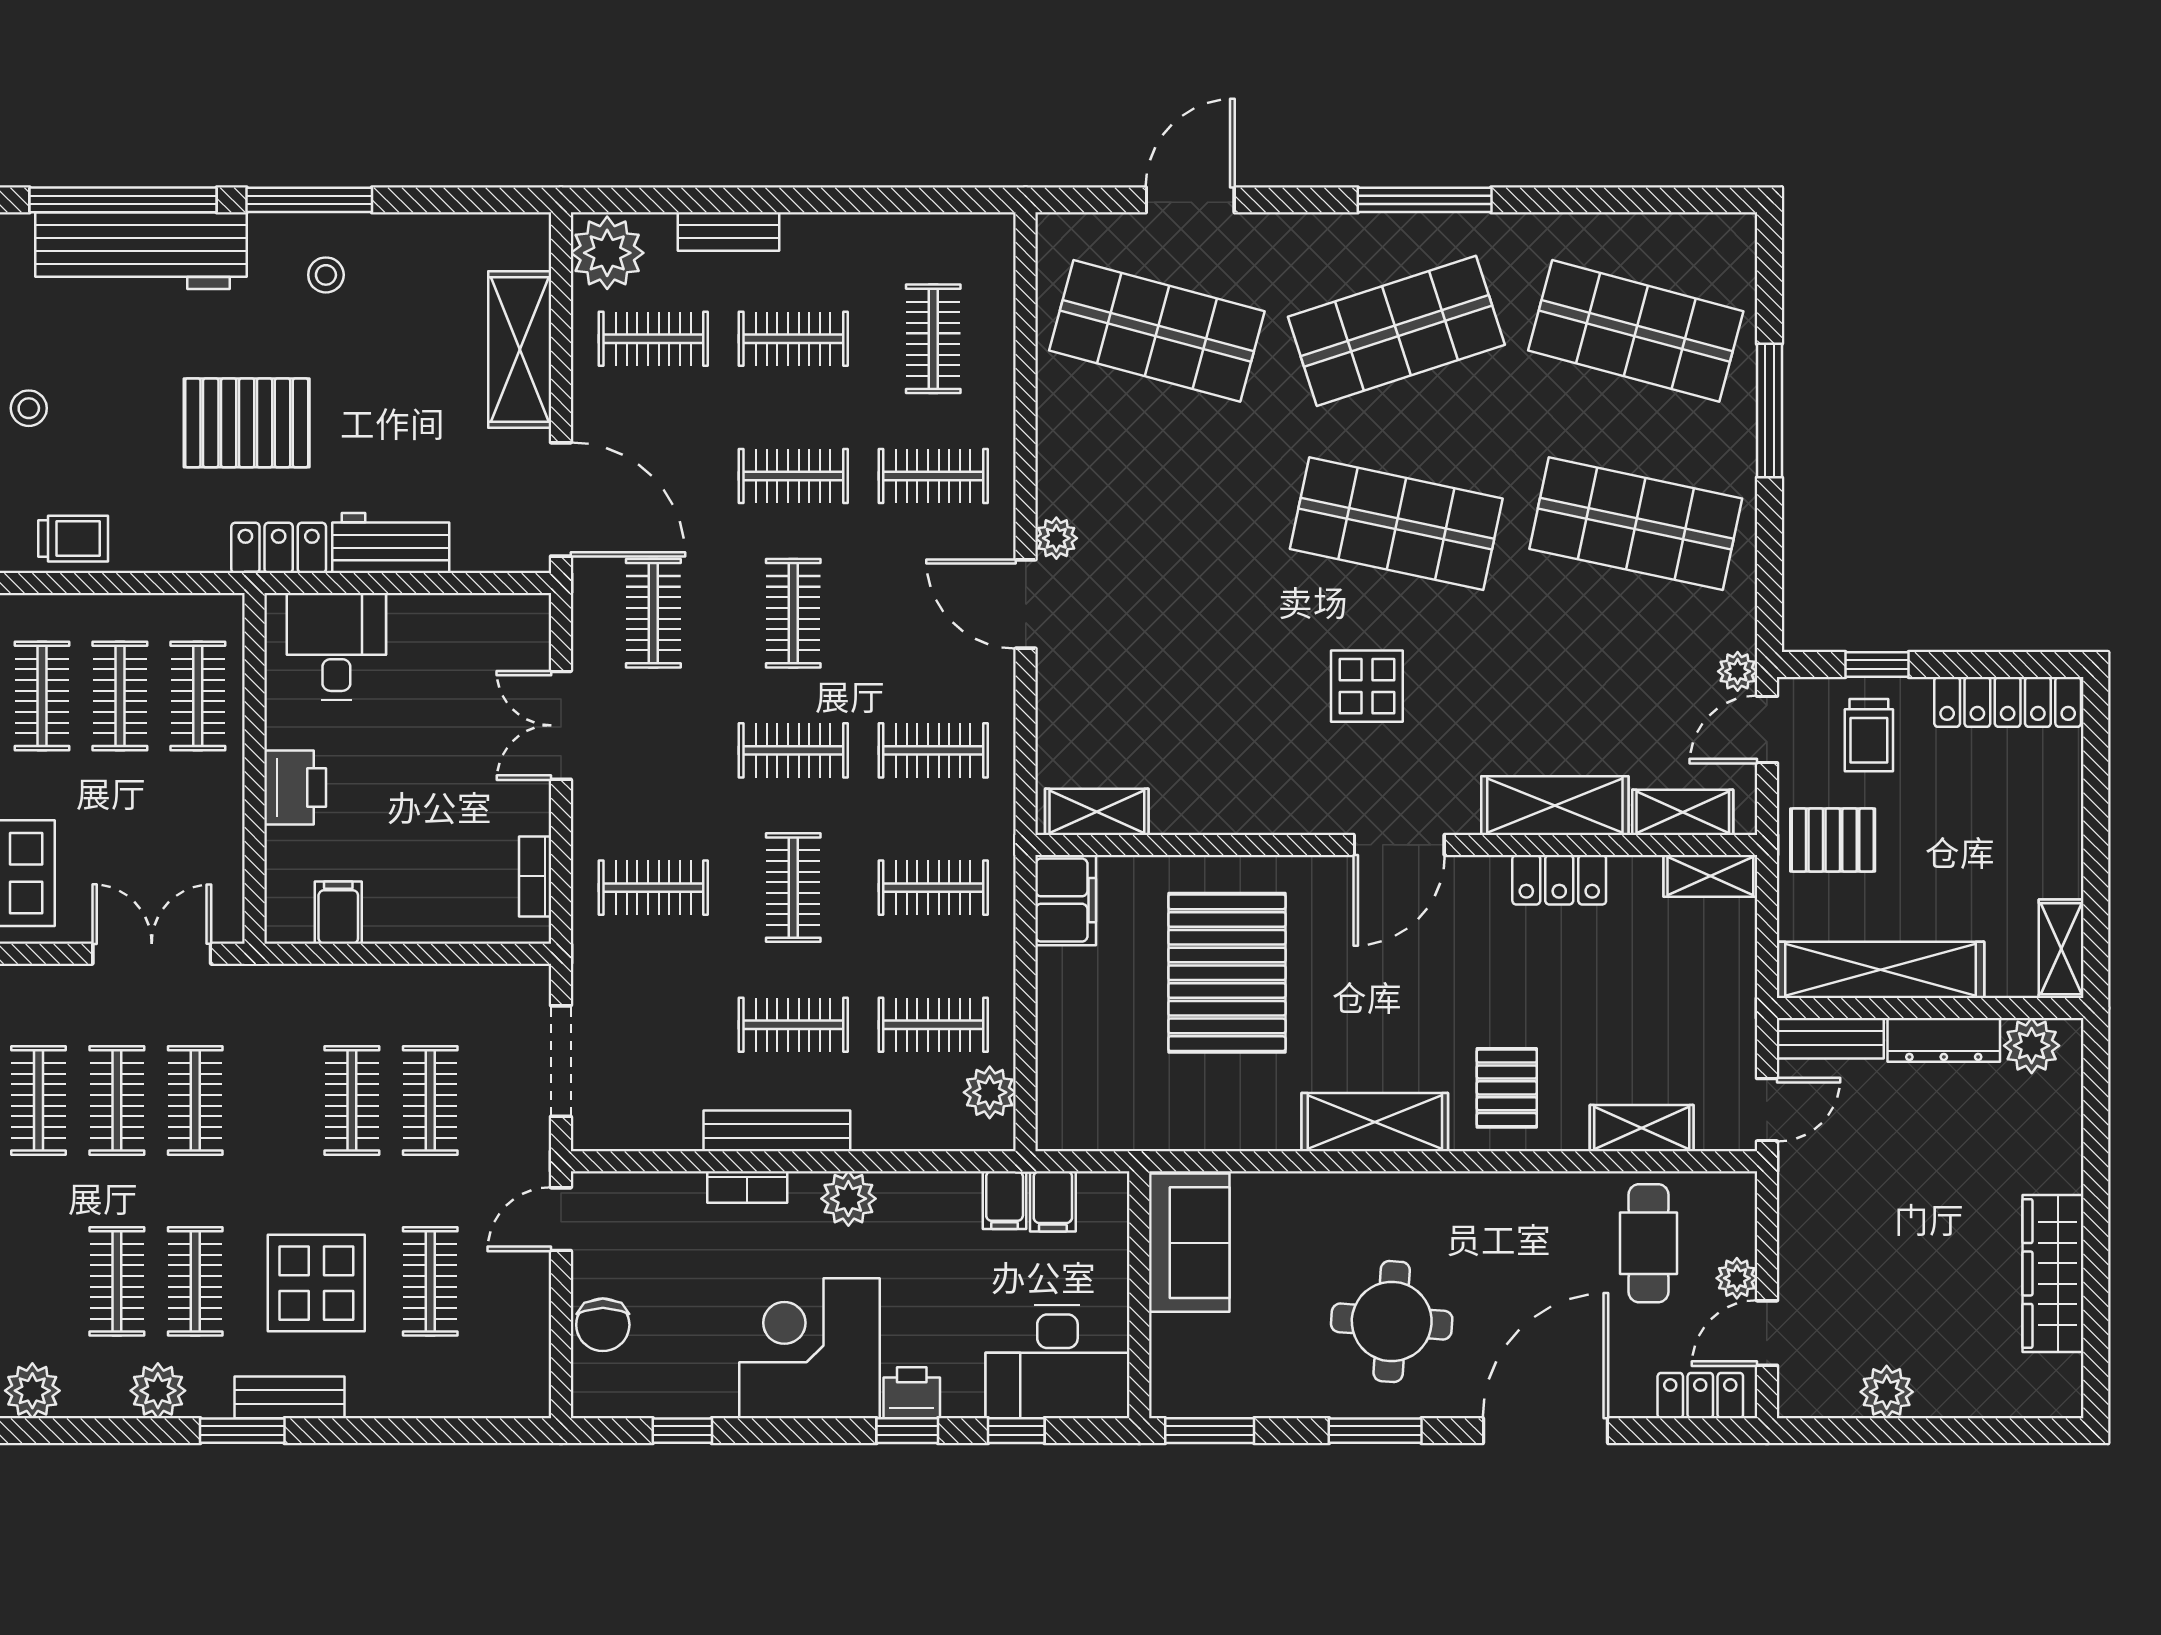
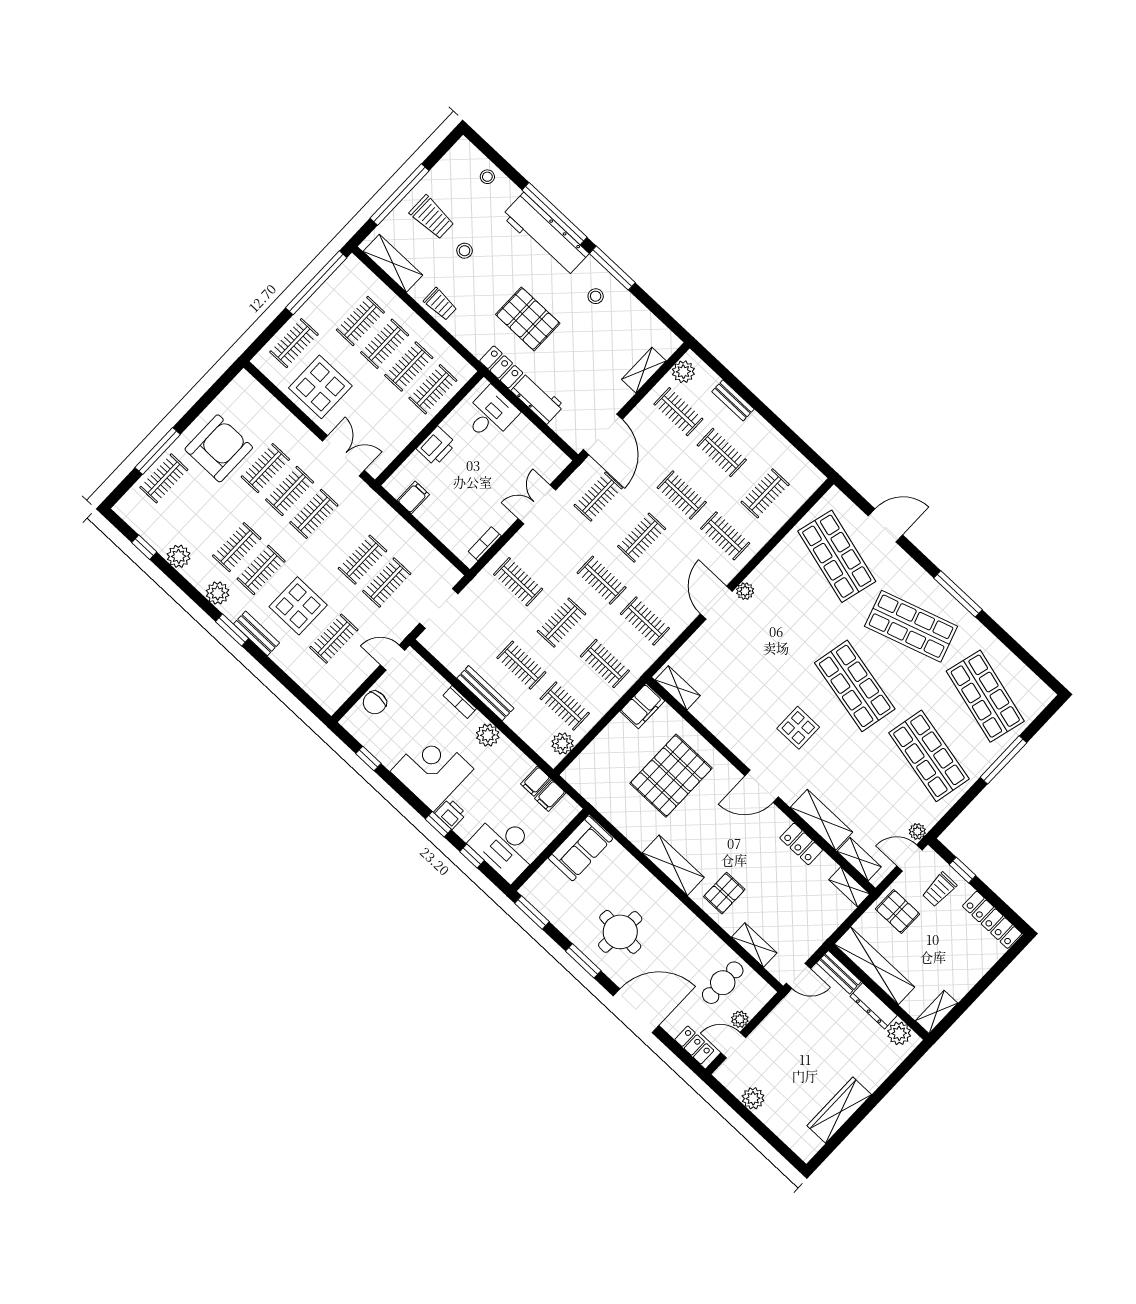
plant: (607, 253) -> (683, 372), width x0.73, depth x0.73
shelving: (520, 350) -> (644, 370), width x0.67, depth x0.75

